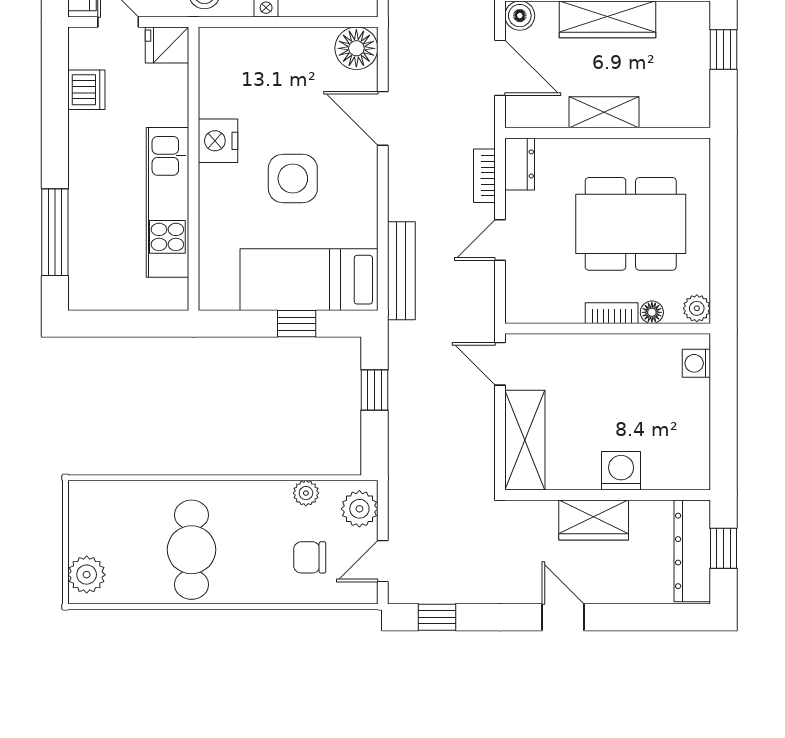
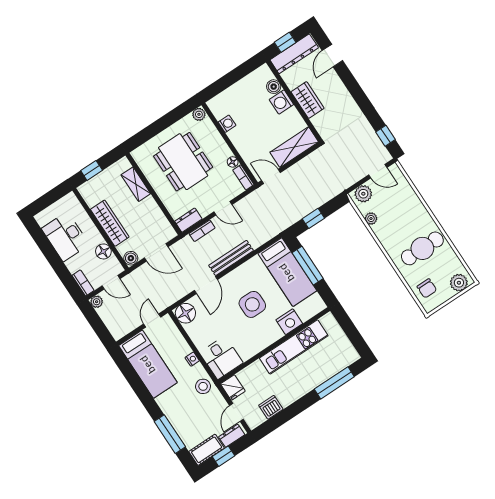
desk: (234, 60) -> (221, 358), added
door: (500, 68) -> (156, 252), swing flipped
shelving: (604, 112) -> (136, 184), moved
nightstand: (218, 141) -> (289, 322), moved
bench: (401, 271) -> (231, 258), moved
floor lamp: (652, 312) -> (233, 162), moved
bookcase: (612, 313) -> (243, 177), moved
window: (297, 324) -> (308, 266), width x2.17
washing machine: (696, 363) -> (227, 124), moved, turned -90
door: (500, 364) -> (271, 176), swing flipped
boiler: (658, 475) -> (274, 87), added
chair: (310, 557) -> (427, 288), moved
door: (563, 617) -> (332, 56), moved

